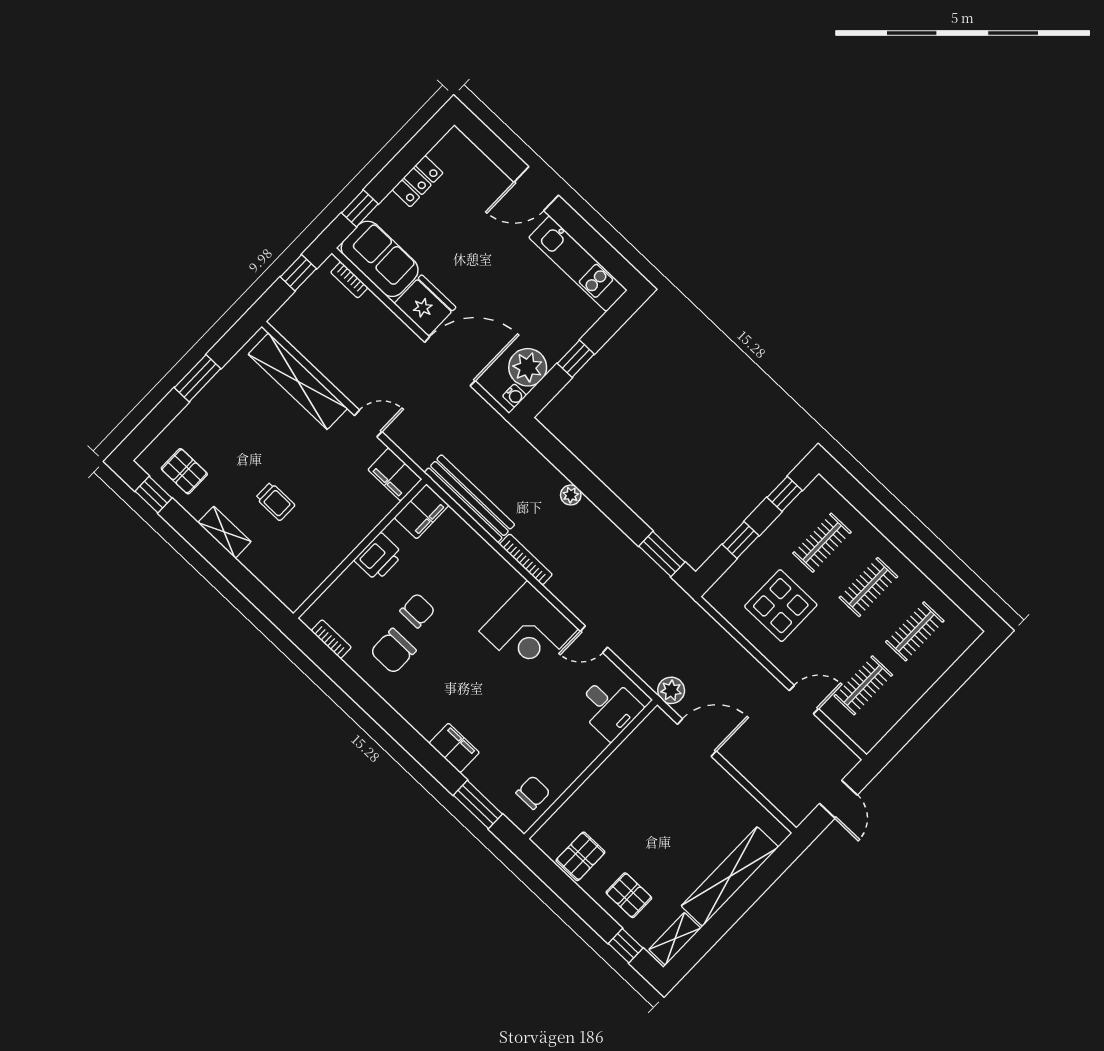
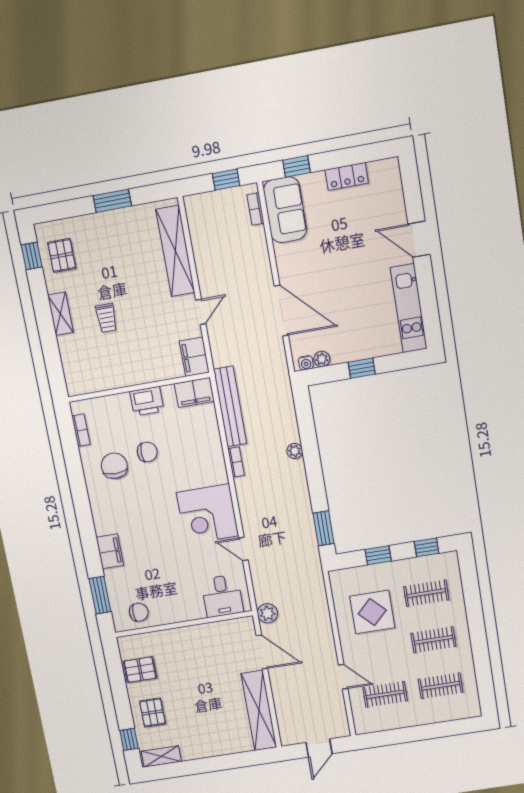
fridge: (425, 305) -> (292, 262), removed
plant: (528, 367) -> (322, 359), width x0.53, depth x0.53
door: (368, 424) -> (201, 312), hinge flipped
bookcase: (526, 559) -> (236, 462), width x0.64
chair: (393, 651) -> (114, 466), turned 90
shelving: (730, 876) -> (259, 710), moved, turned 90

